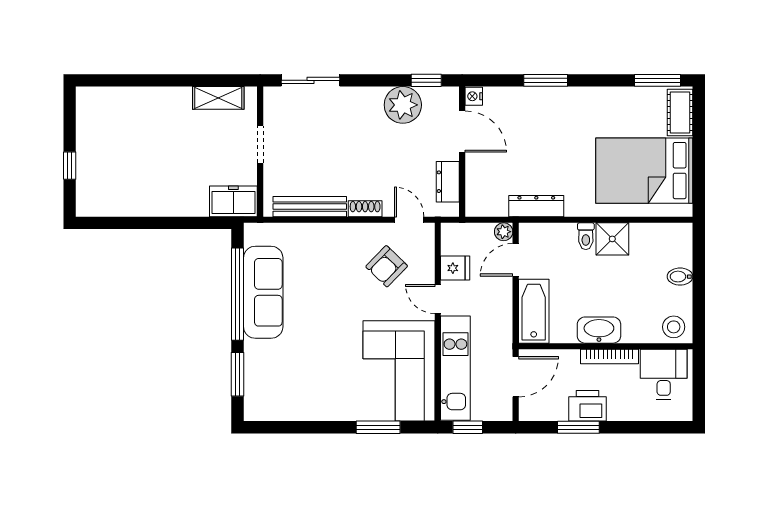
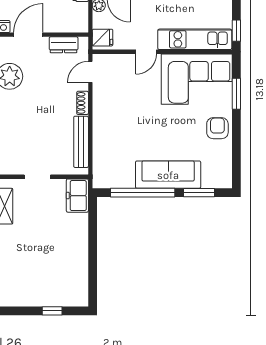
armchair: (387, 266) -> (217, 128), moved, turned -134
fridge: (455, 268) -> (103, 38), moved, turned 90
sofa: (263, 292) -> (168, 175), moved

